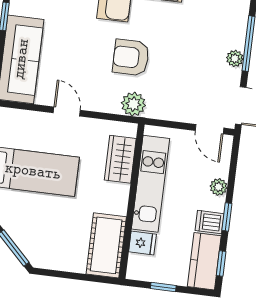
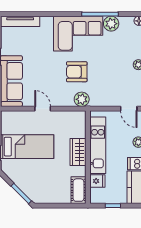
wardrobe: (120, 159) -> (78, 152), moved
cot: (106, 245) -> (78, 190), width x0.73, depth x0.75

